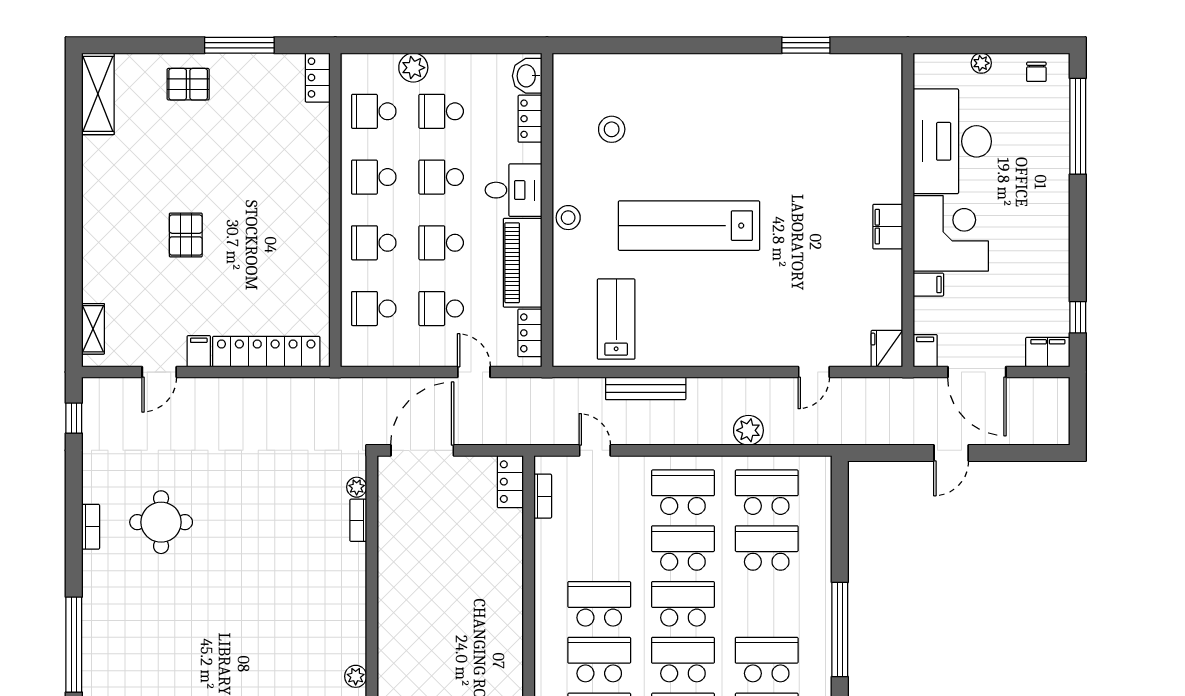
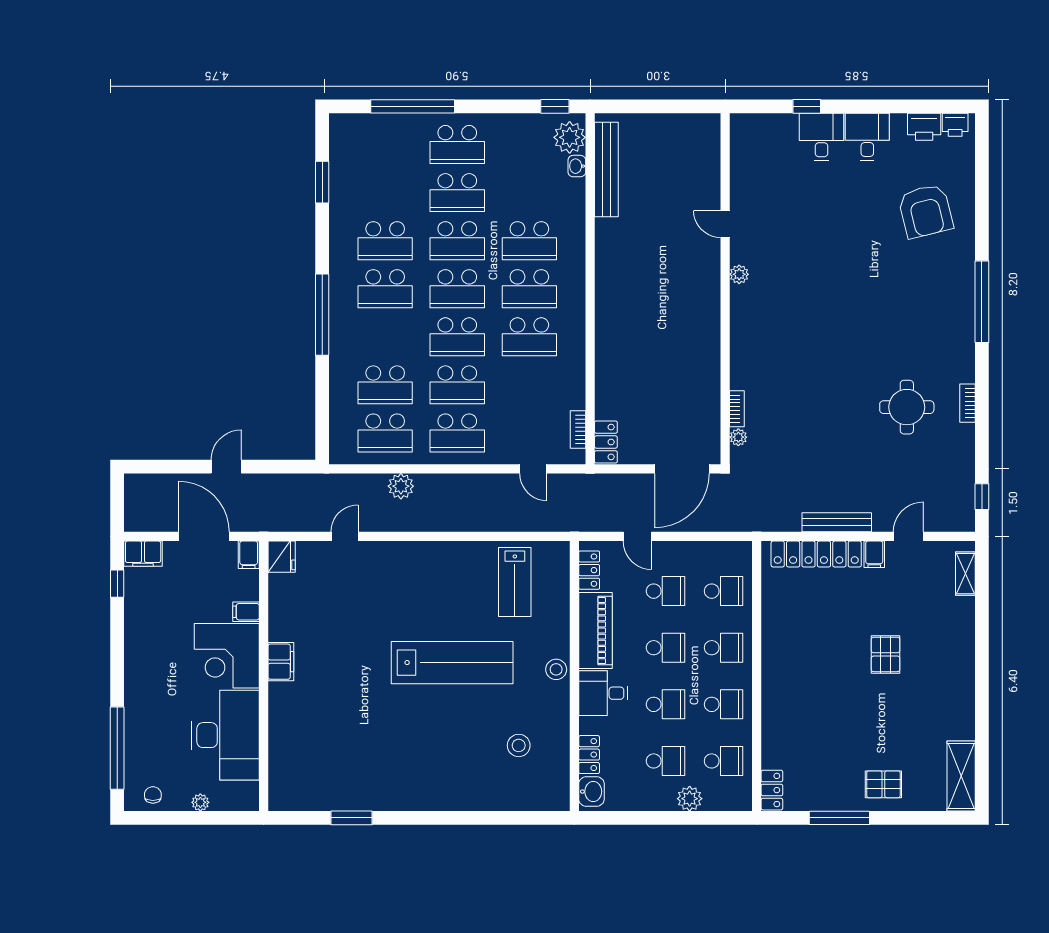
bench: (646, 388) -> (837, 522), moved

